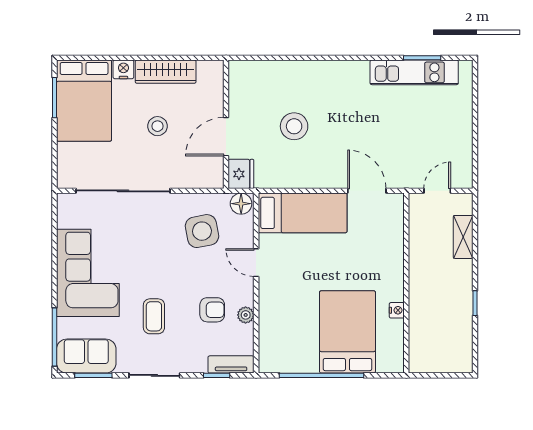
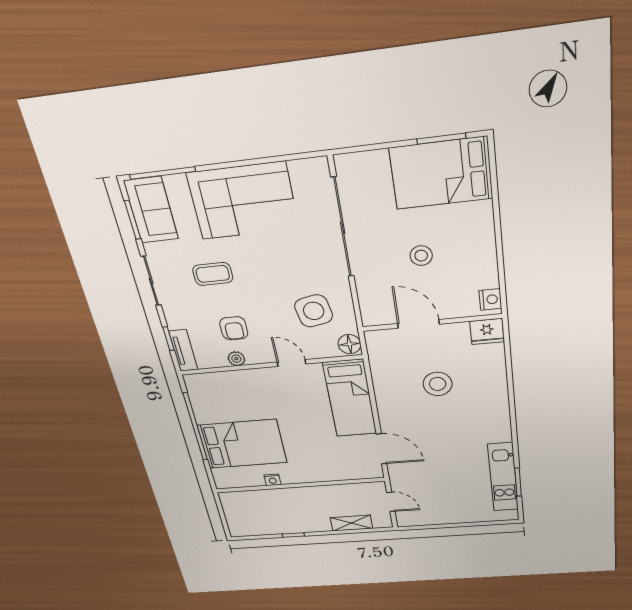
nightstand: (123, 69) -> (490, 299), moved
wardrobe: (166, 72) -> (484, 258), removed
fridge: (241, 174) -> (487, 331), moved
door: (367, 191) -> (381, 449), hinge flipped
door: (256, 263) -> (292, 363), hinge flipped

